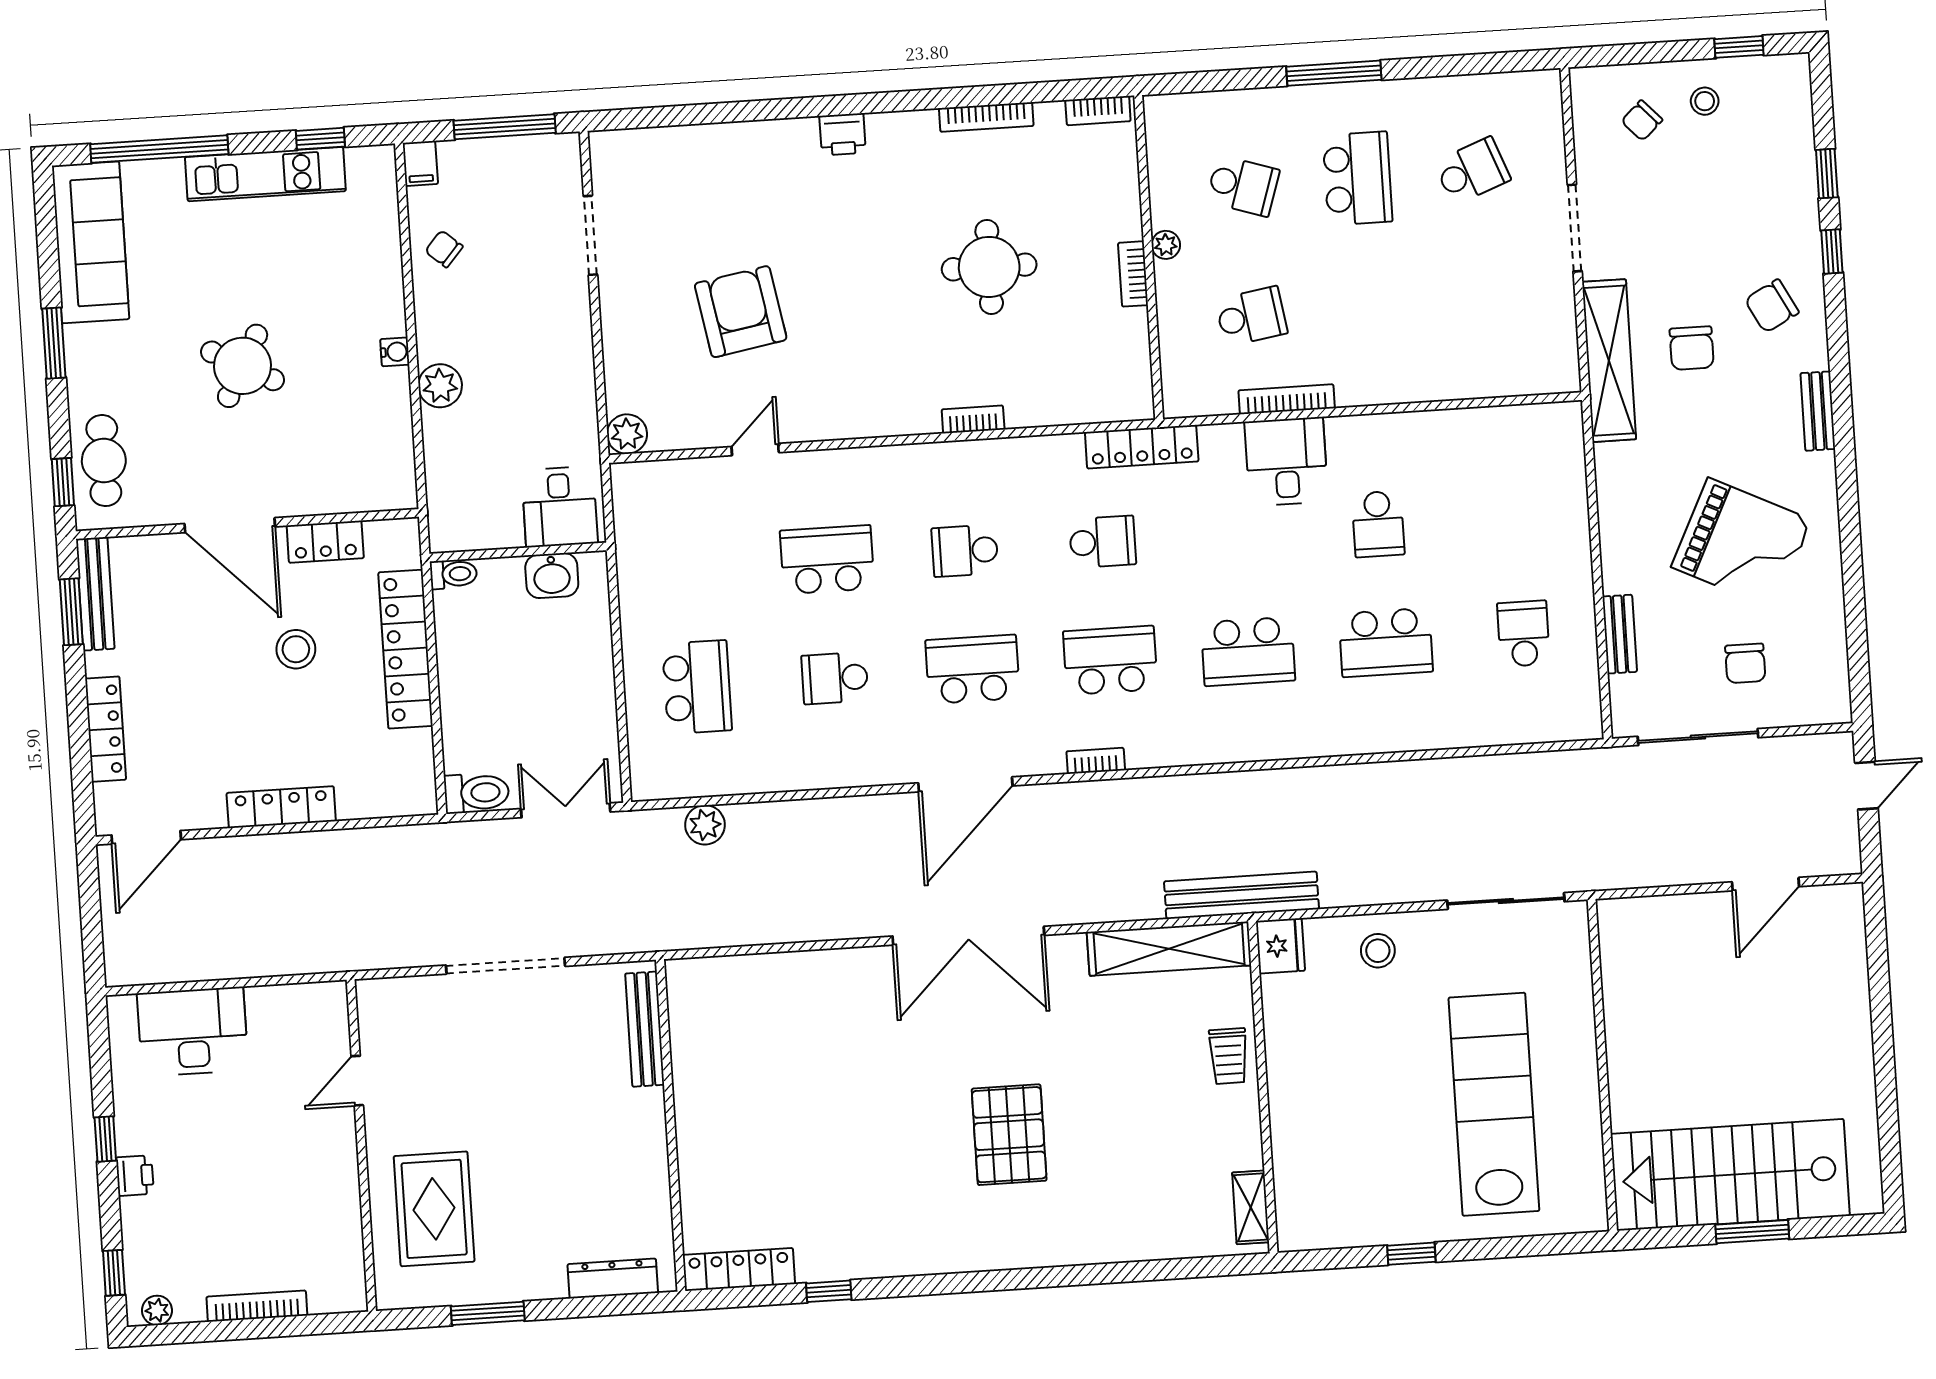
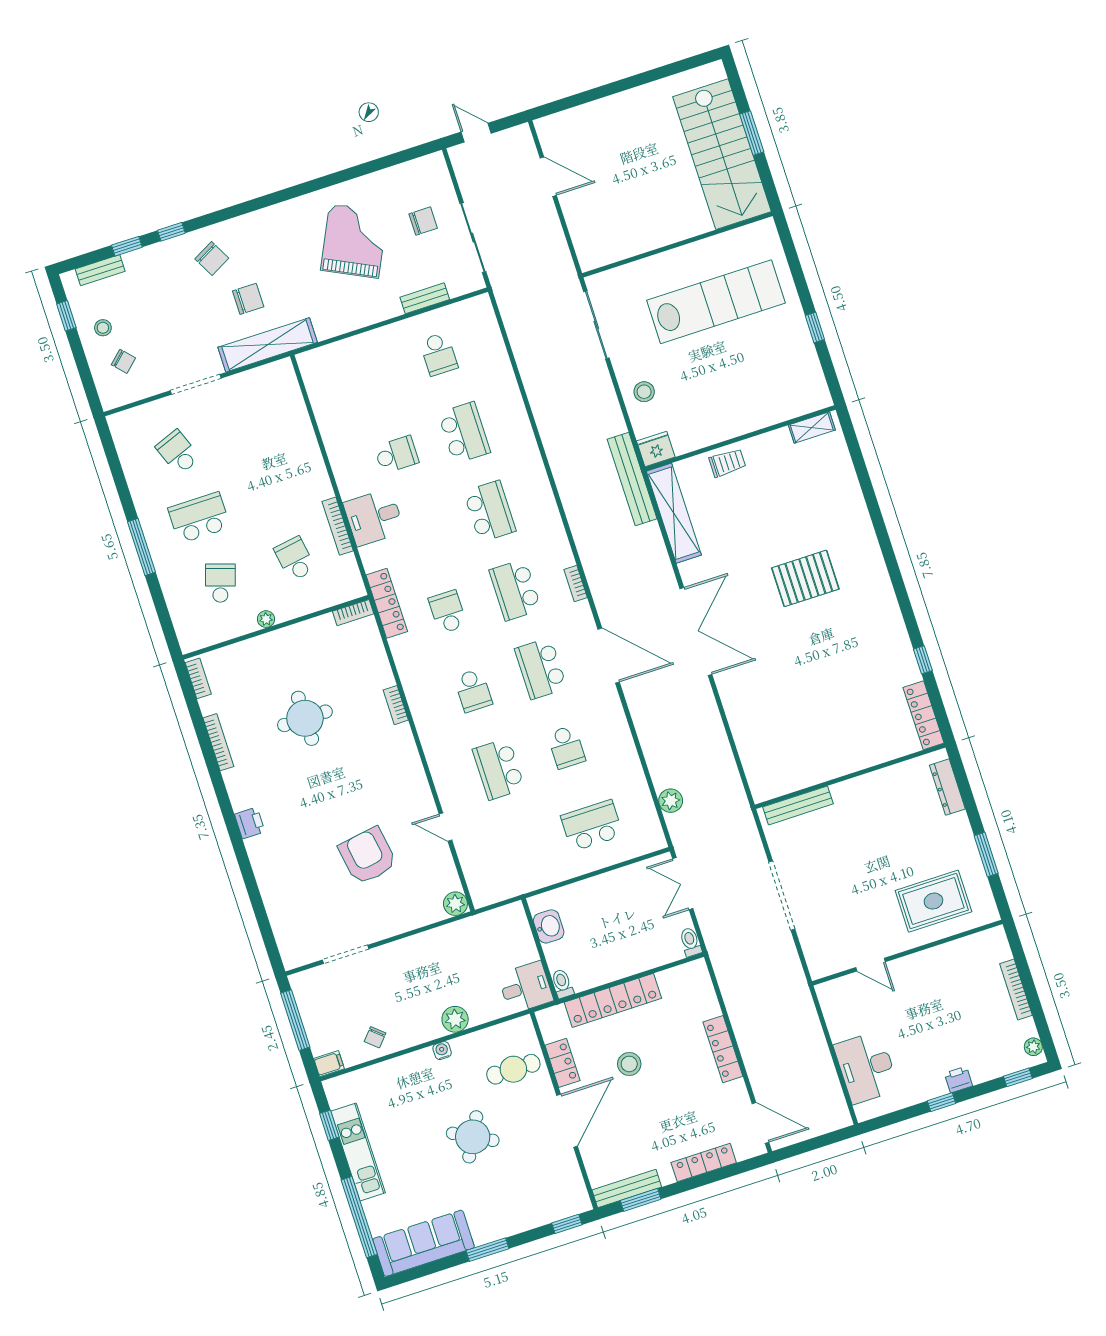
bookcase: (1133, 274) -> (353, 613), moved
armchair: (741, 312) -> (368, 856), turned 91
bench: (1818, 411) -> (100, 270), moved
cafe table: (104, 461) -> (513, 1069), moved
desk: (560, 507) -> (526, 987), moved
school desk: (1524, 634) -> (439, 354), turned -90
toilet: (477, 793) -> (690, 942), width x0.73, depth x0.72
lab bench: (1494, 1104) -> (716, 302), turned 180

